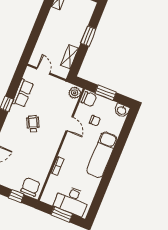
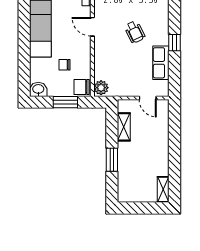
door: (70, 124) -> (92, 27), moved

